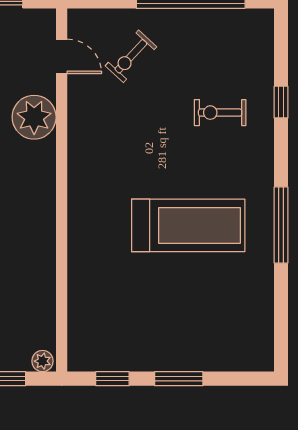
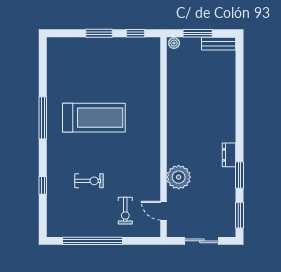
exercise bike: (131, 56) -> (125, 211), turned 137
exercise bike: (220, 113) -> (89, 181), moved
treadmill: (188, 225) -> (94, 118), turned 180

